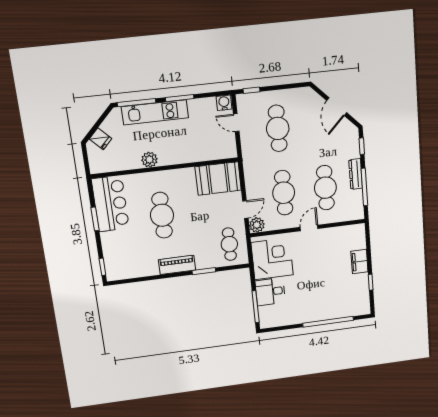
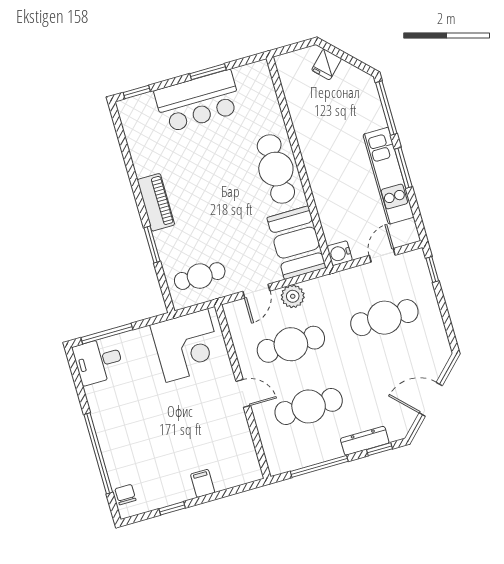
water cooler: (224, 103) -> (340, 253), moved, turned 180
kitchen unit: (155, 112) -> (388, 176), moved
plant: (149, 160) -> (308, 138), removed
dresser: (356, 174) -> (365, 441), moved
bar counter: (110, 204) -> (198, 101), moved
door: (245, 210) -> (256, 291), hinge flipped
cafe table: (162, 215) -> (276, 169), moved, turned 90
plant: (257, 225) -> (293, 296), moved
filing cabinet: (360, 262) -> (203, 483), width x0.50
desk: (270, 292) -> (98, 361), moved, turned -90
chair: (356, 309) -> (125, 495), added

